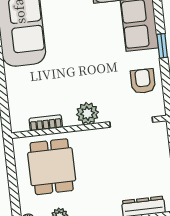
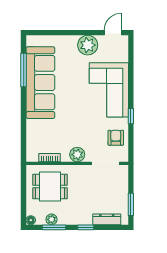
dining table: (52, 167) -> (50, 187), turned 90

